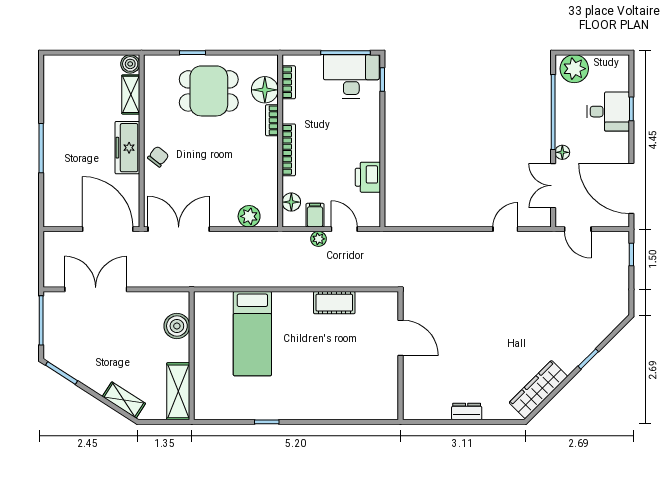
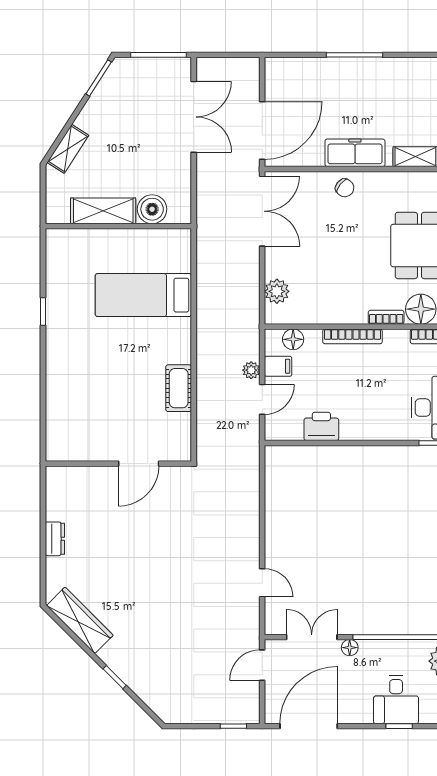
shelving: (178, 391) -> (103, 211), moved

